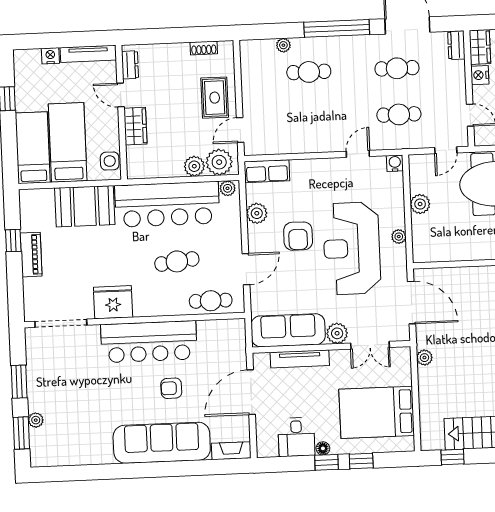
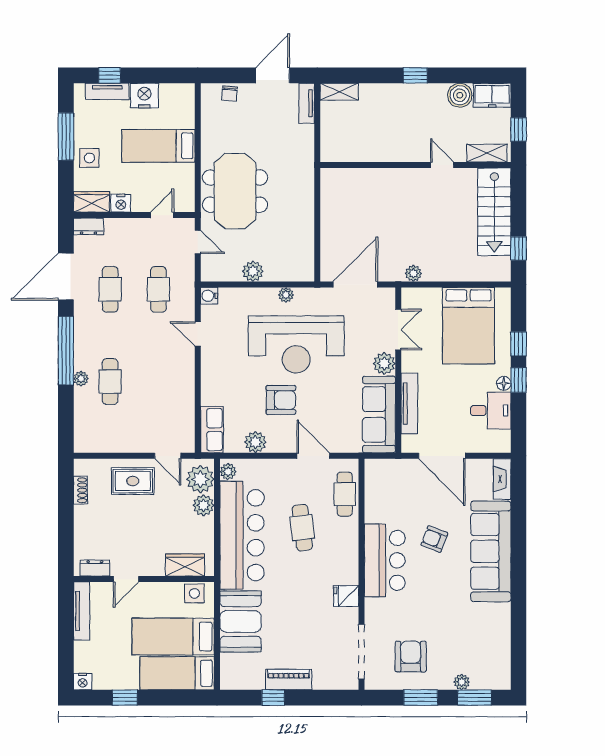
plant: (283, 45) -> (81, 379), moved
nightstand: (50, 56) -> (83, 682), moved, turned -90
wardrobe: (135, 126) -> (185, 565), moved
fridge: (113, 302) -> (346, 596), width x0.53, depth x0.75
bar counter: (149, 342) -> (385, 560), width x0.73
armchair: (58, 370) -> (411, 656), added
armchair: (171, 388) -> (434, 539), turned 111

